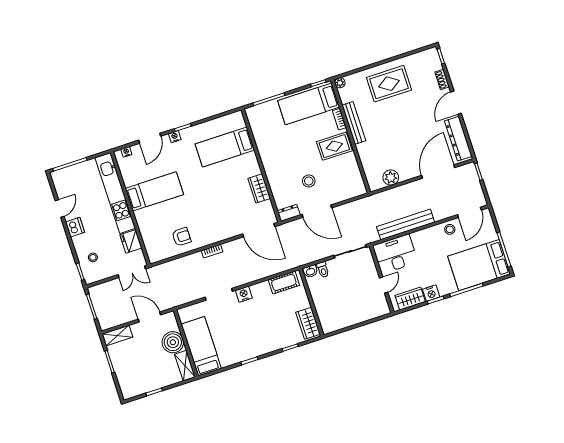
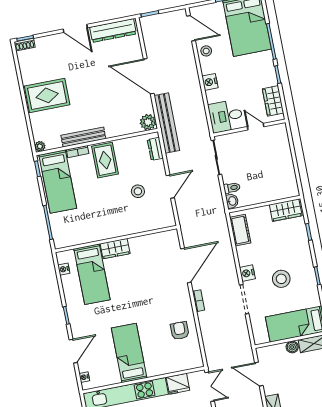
shoe rack: (442, 79) -> (25, 45), moved
rug: (389, 84) -> (47, 95), turned 90
nightstand: (175, 137) -> (64, 269), moved
door: (150, 138) -> (73, 351), hinge flipped
door: (438, 172) -> (149, 76), moved
plant: (391, 178) -> (148, 122), moved
wardrobe: (259, 188) -> (115, 249), moved
door: (317, 211) -> (170, 187), width x0.73
dresser: (289, 213) -> (155, 149), moved
bench: (406, 224) -> (167, 123), moved
door: (259, 230) -> (186, 266), moved
desk: (395, 254) -> (226, 116), width x0.73
nightstand: (431, 293) -> (210, 82), moved, turned 180
door: (149, 317) -> (259, 374), hinge flipped
stool: (242, 327) -> (281, 279), added
boiler: (173, 342) -> (292, 347), width x0.54, depth x0.54

